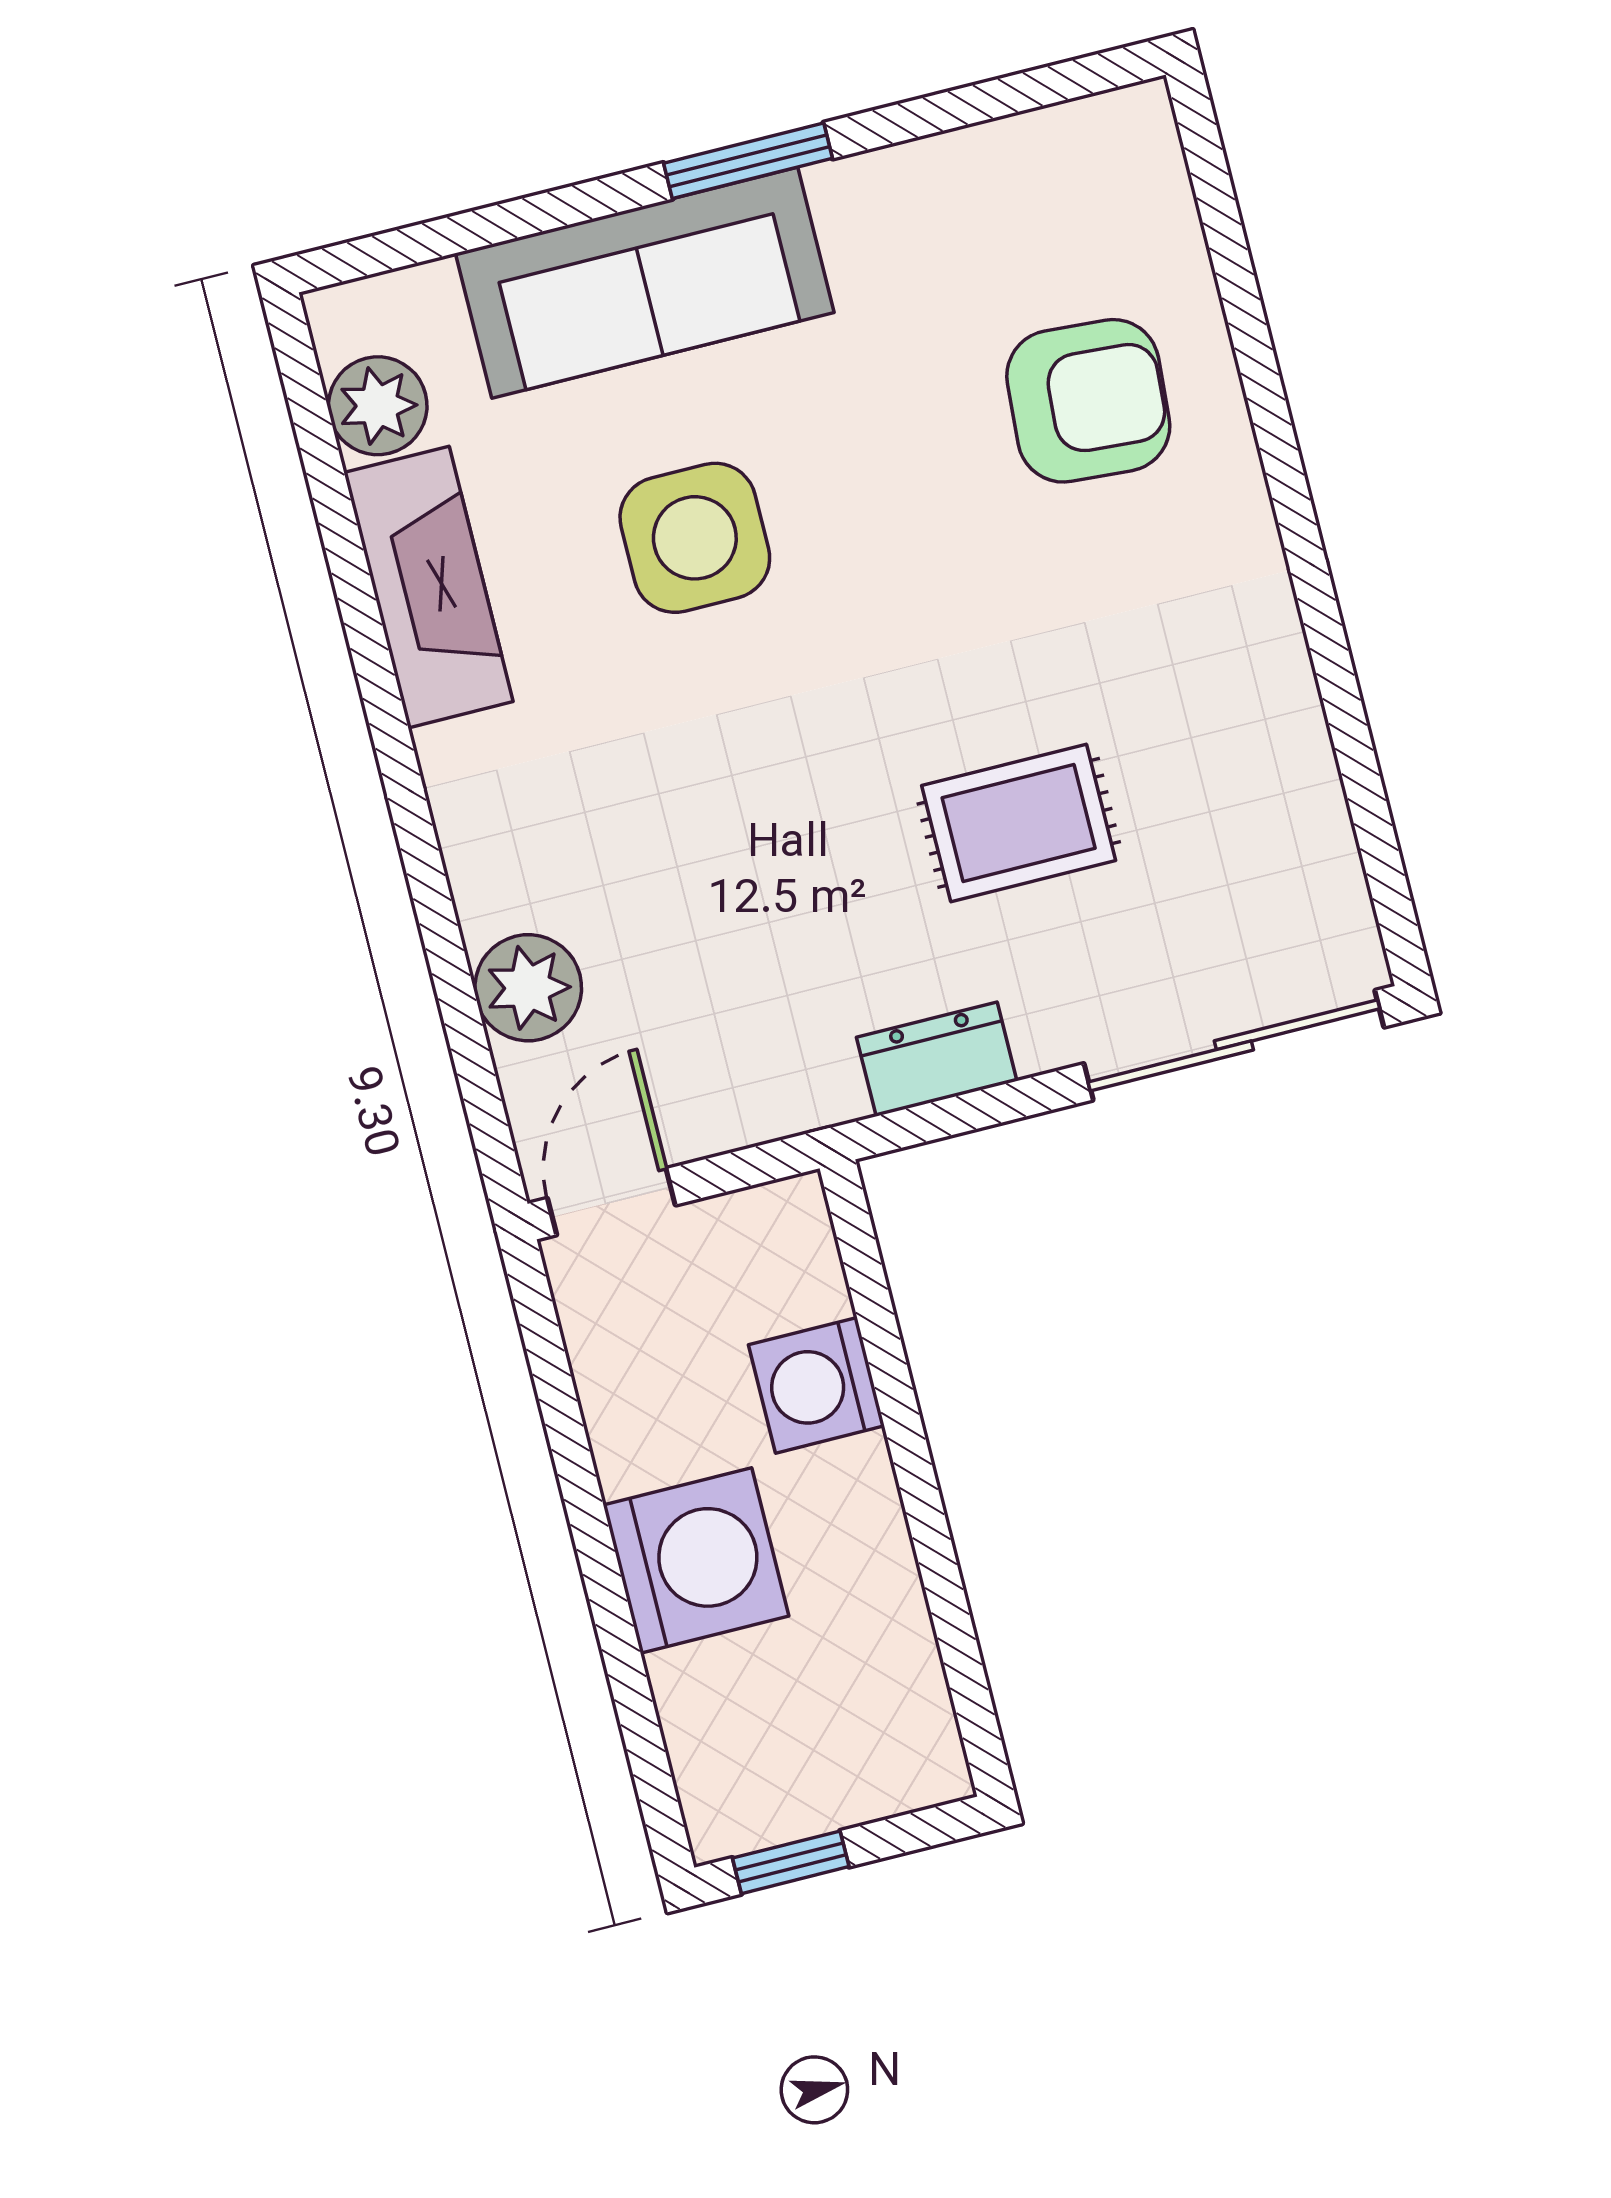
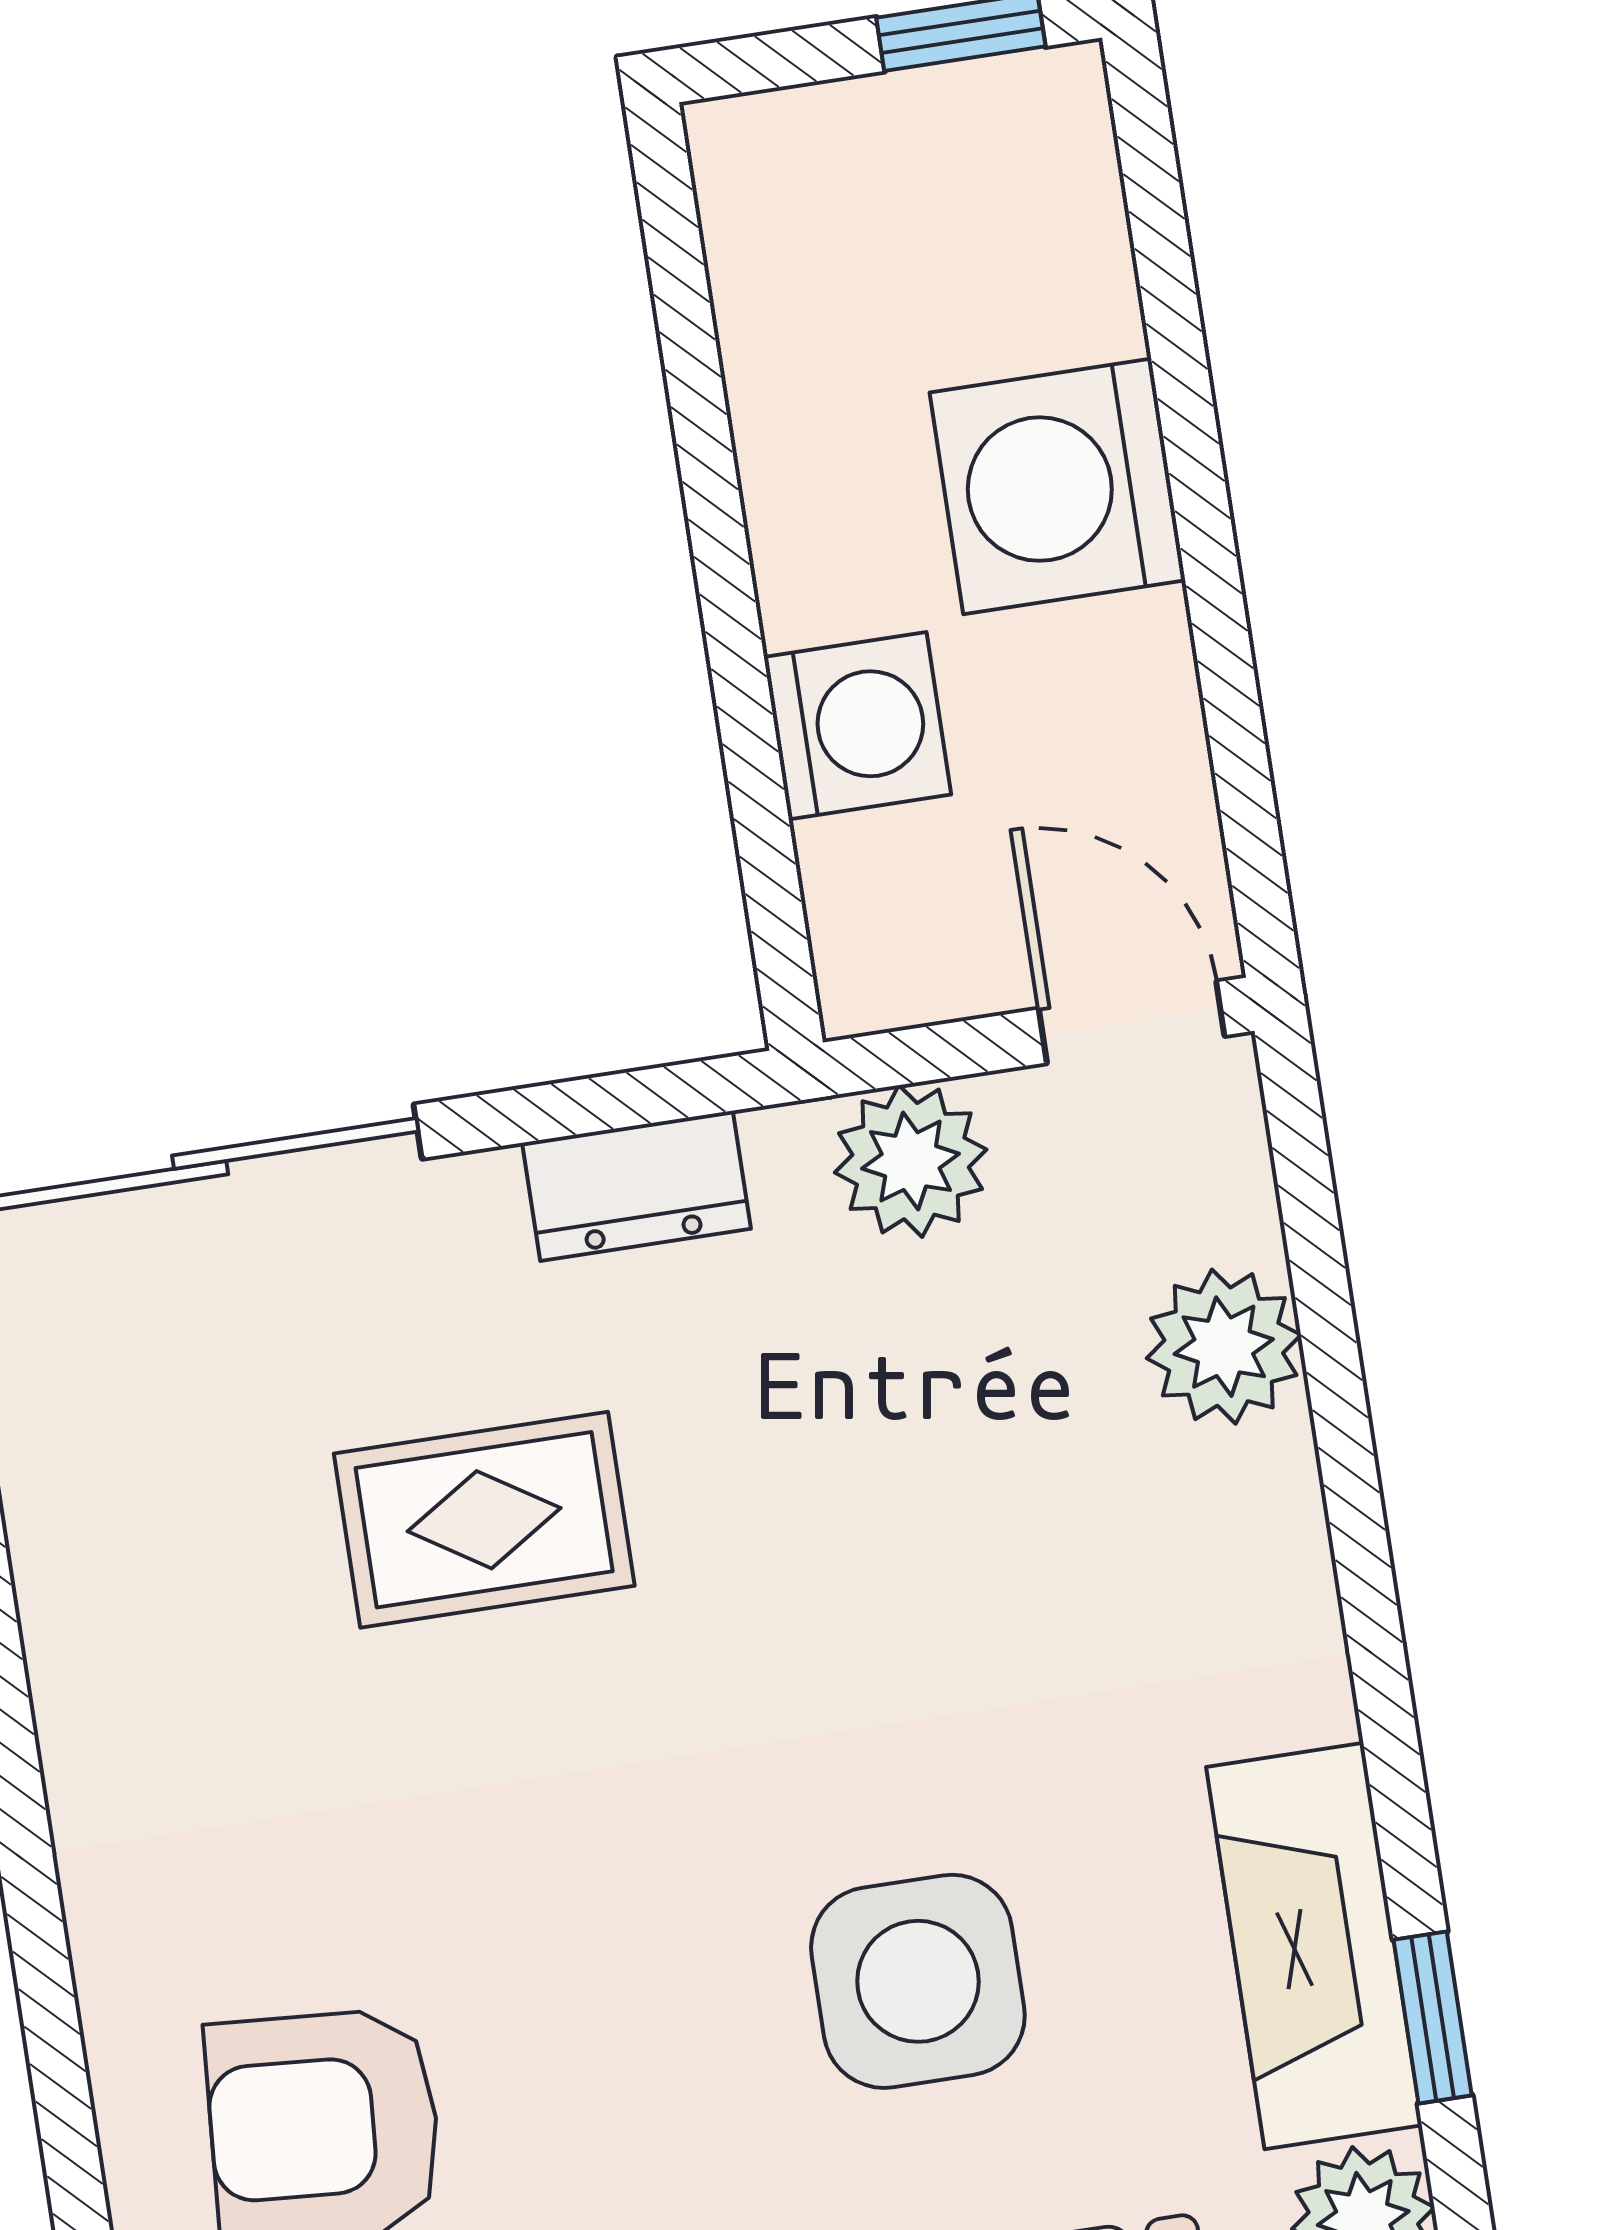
window: (344, 546) -> (1433, 2018), added
plant: (752, 1094) -> (911, 1161), added
door: (611, 1202) -> (1132, 1022), swing flipped

